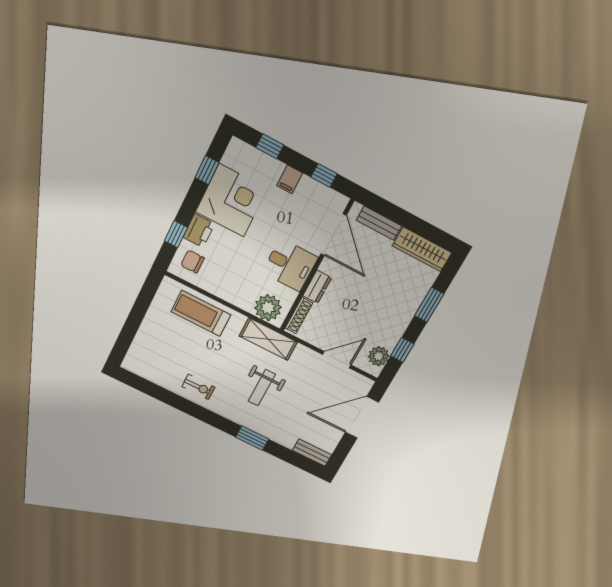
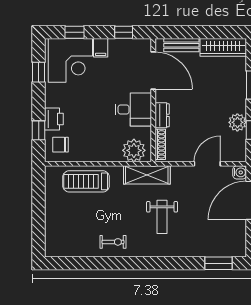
corner desk: (231, 200) -> (70, 60), moved, turned 90
plant: (379, 356) -> (237, 122), moved
water cooler: (365, 385) -> (240, 172), added
window: (252, 438) -> (218, 263), moved
bench: (312, 453) -> (230, 251), removed

